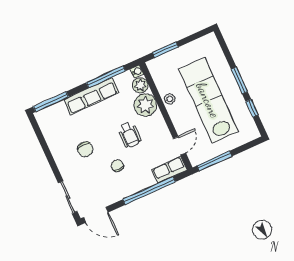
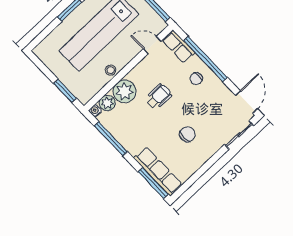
row of seats: (91, 96) -> (158, 171), moved
chair: (117, 166) -> (196, 78), moved

